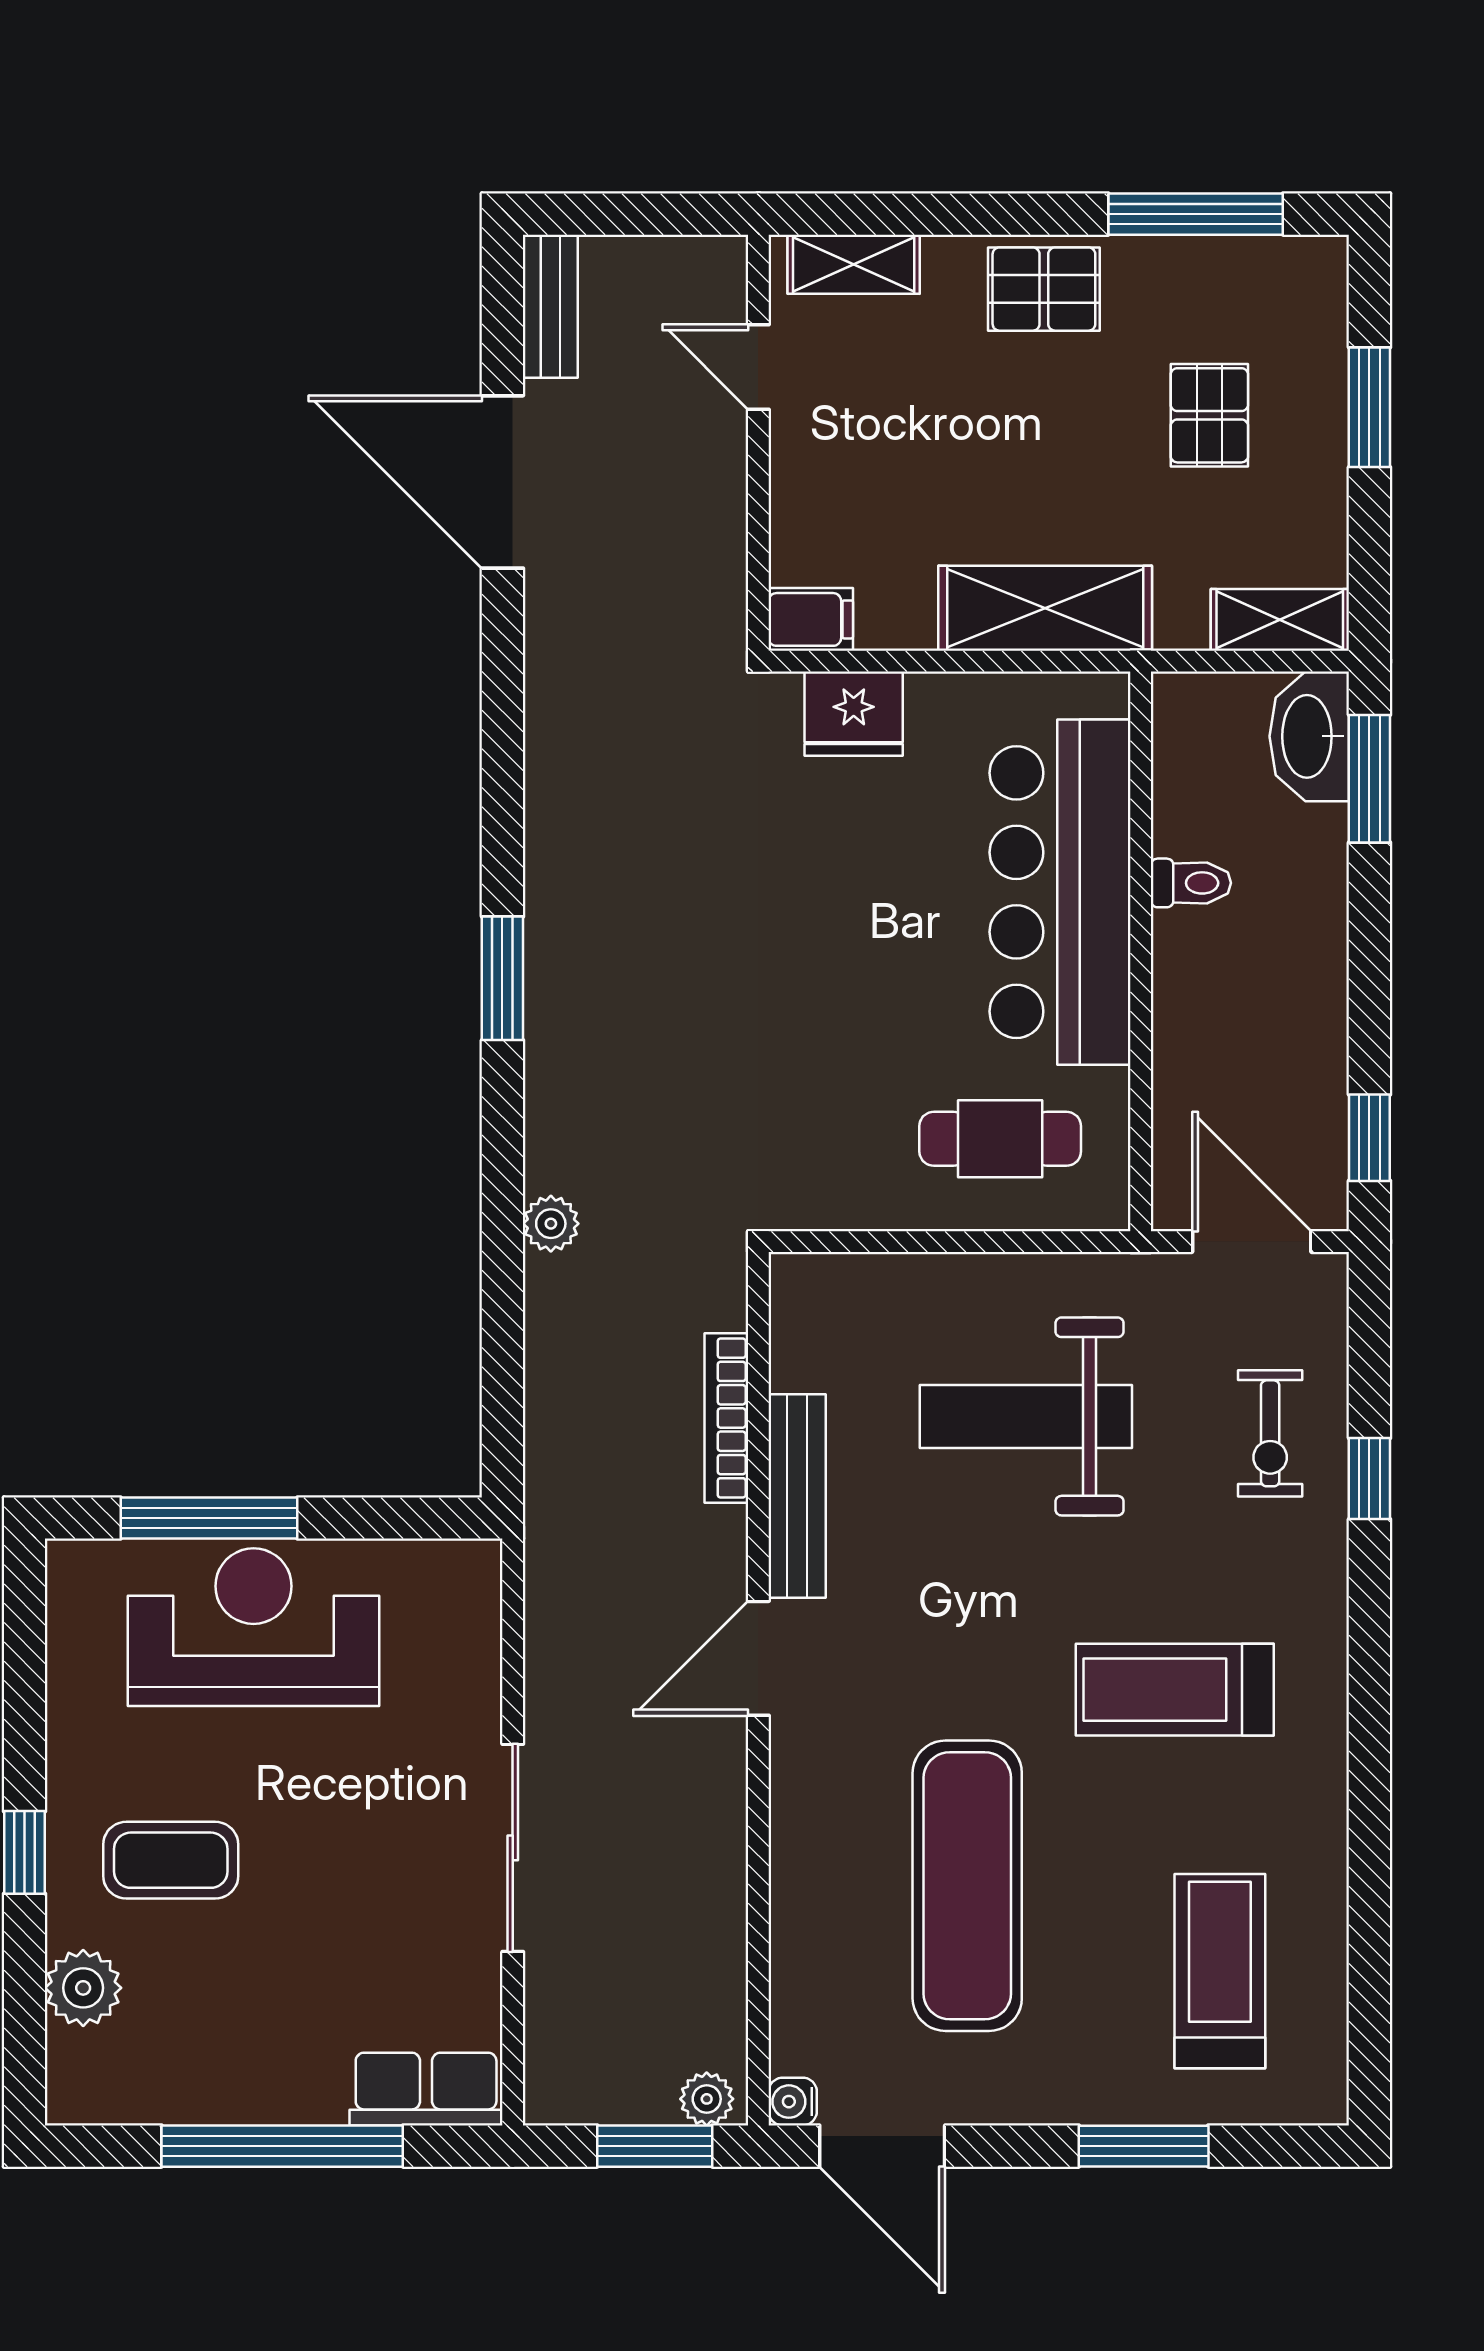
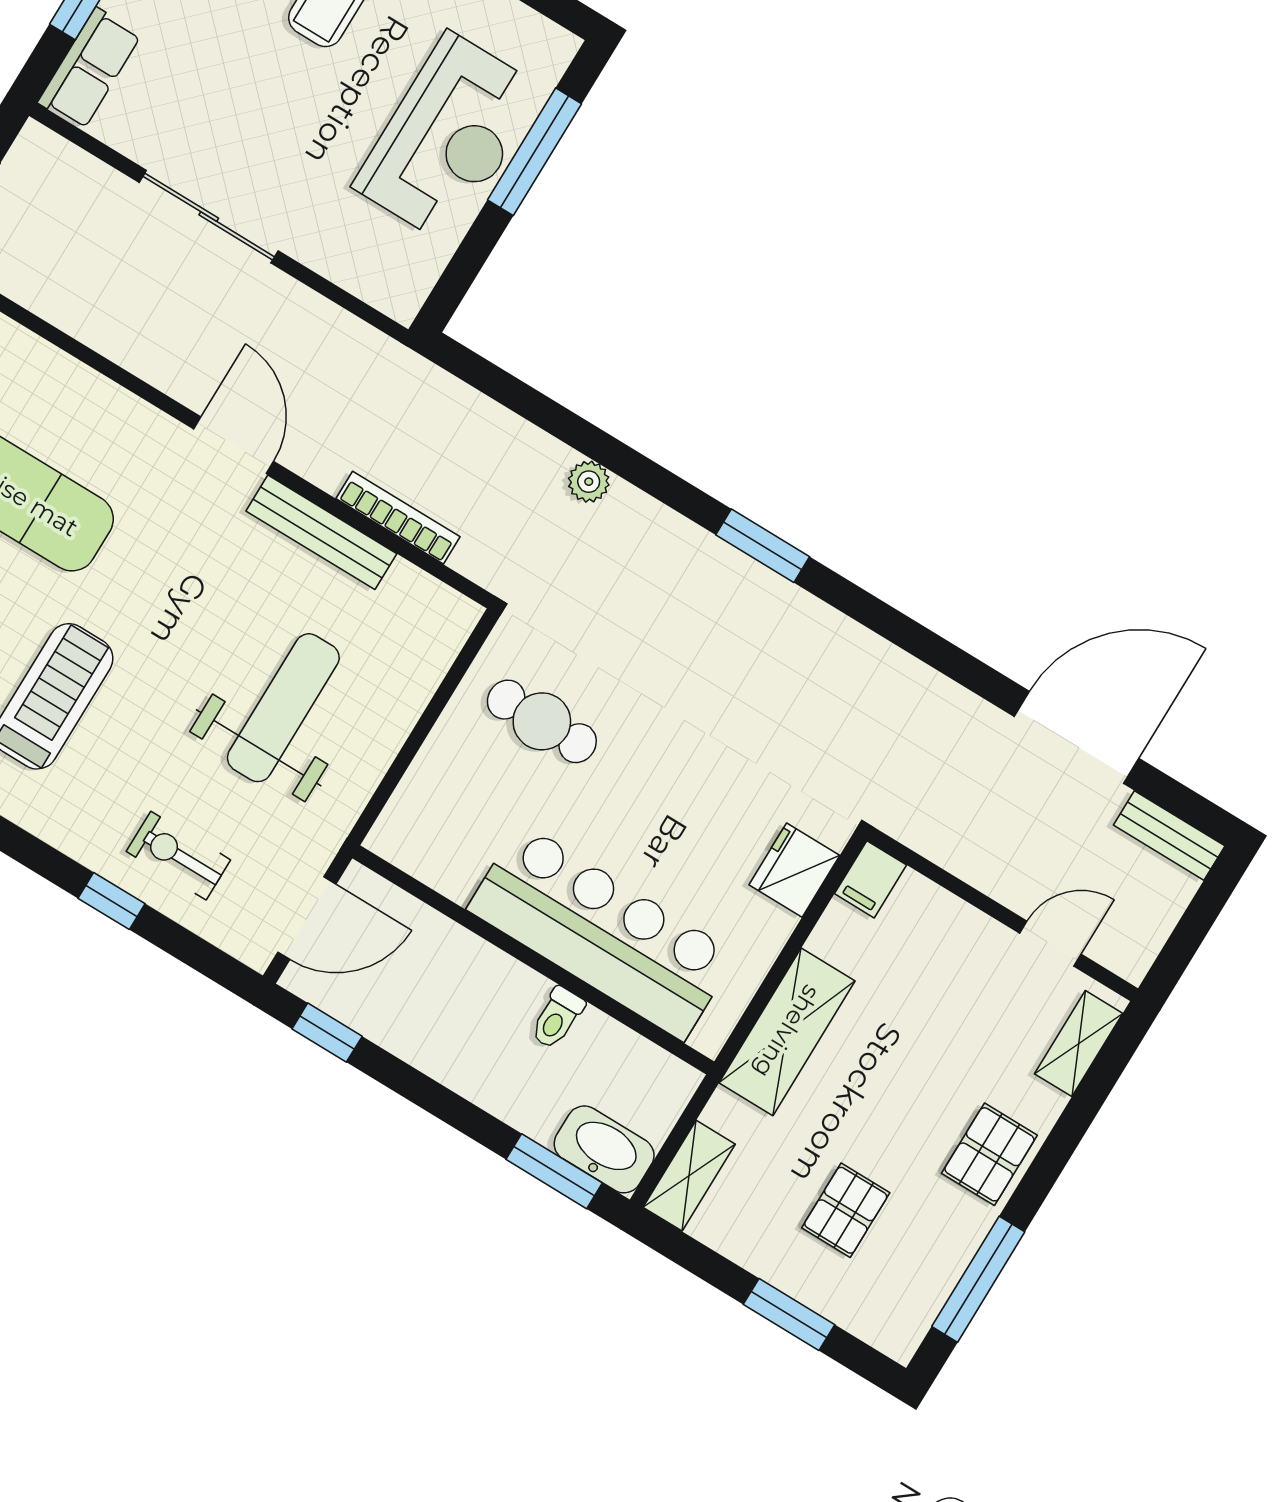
pallet: (1209, 415) -> (846, 1210), turned 90
cafe table: (1000, 1139) -> (542, 721), moved, turned 90

